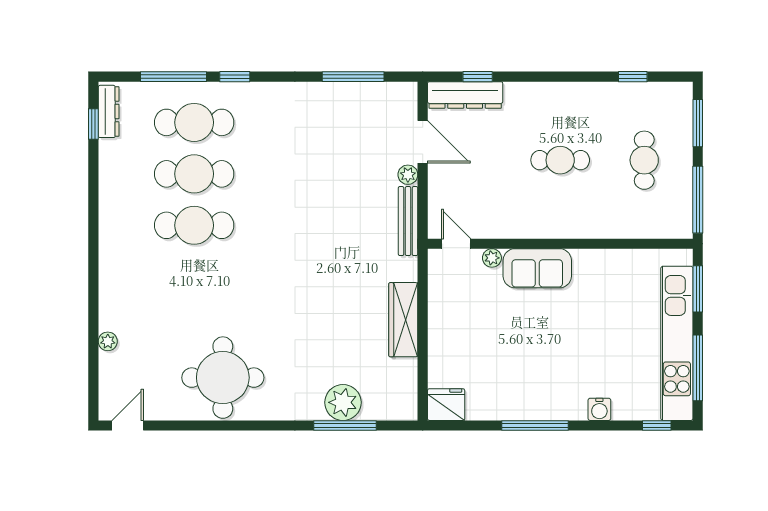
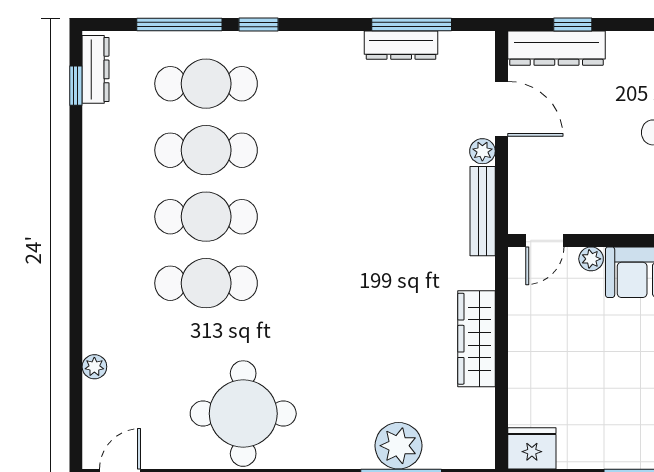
dresser: (345, 93) -> (401, 45), added
door: (456, 244) -> (545, 240), swing flipped
cafe table: (194, 277) -> (206, 283), added

